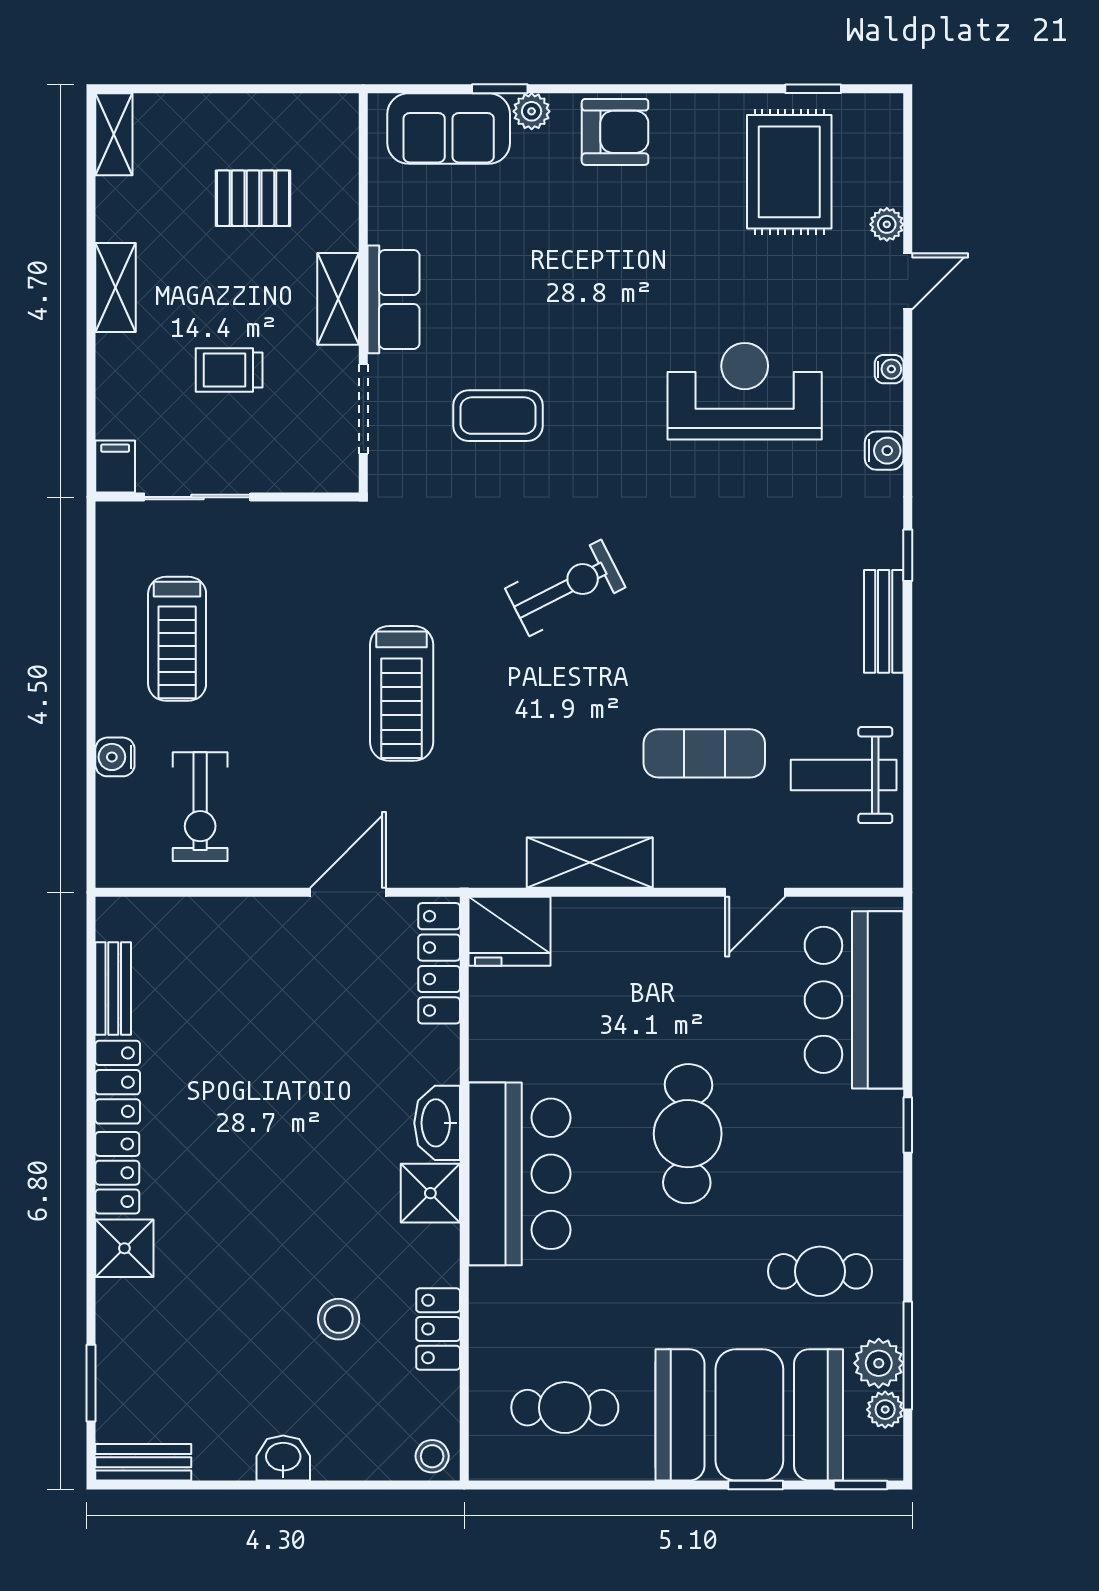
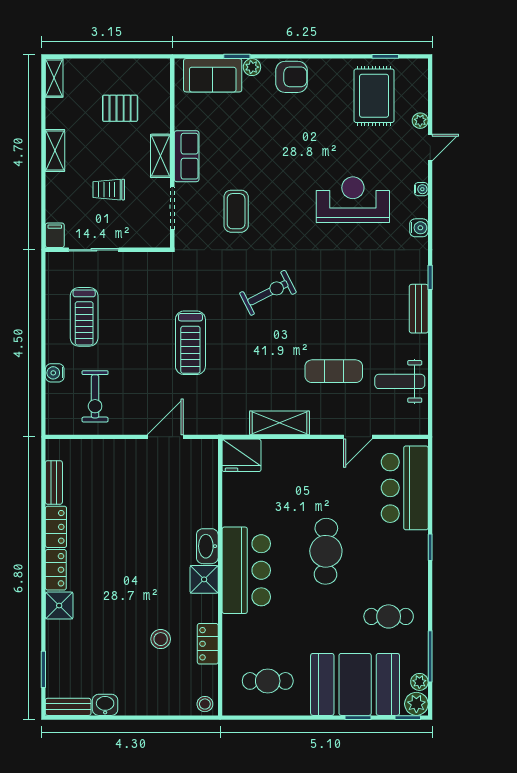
coffee table: (498, 416) -> (236, 211), turned 90
locker: (439, 963) -> (208, 471), removed
plant: (879, 1363) -> (416, 704), moved
washbasin: (283, 1458) -> (105, 705), moved

